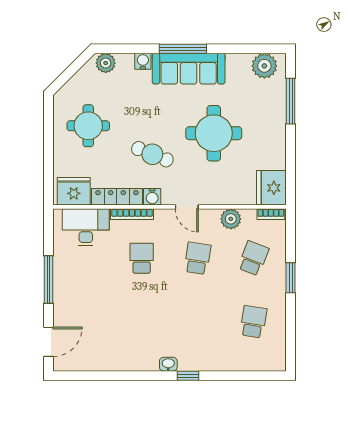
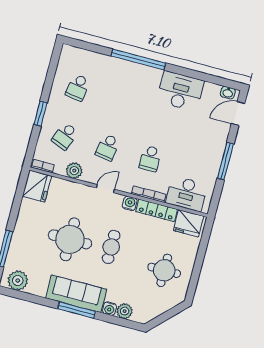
plant: (106, 63) -> (125, 311), moved
cafe table: (152, 154) -> (111, 247), moved, turned 68
door: (187, 207) -> (105, 189), hinge flipped
desk: (126, 351) -> (180, 91), added
washbasin: (168, 364) -> (228, 93), moved
window: (188, 376) -> (138, 60), width x3.17

